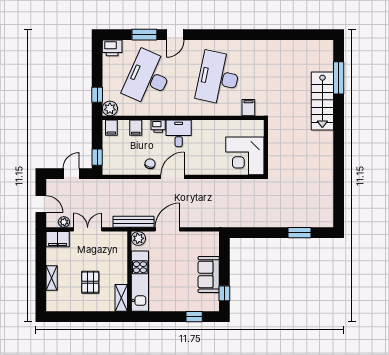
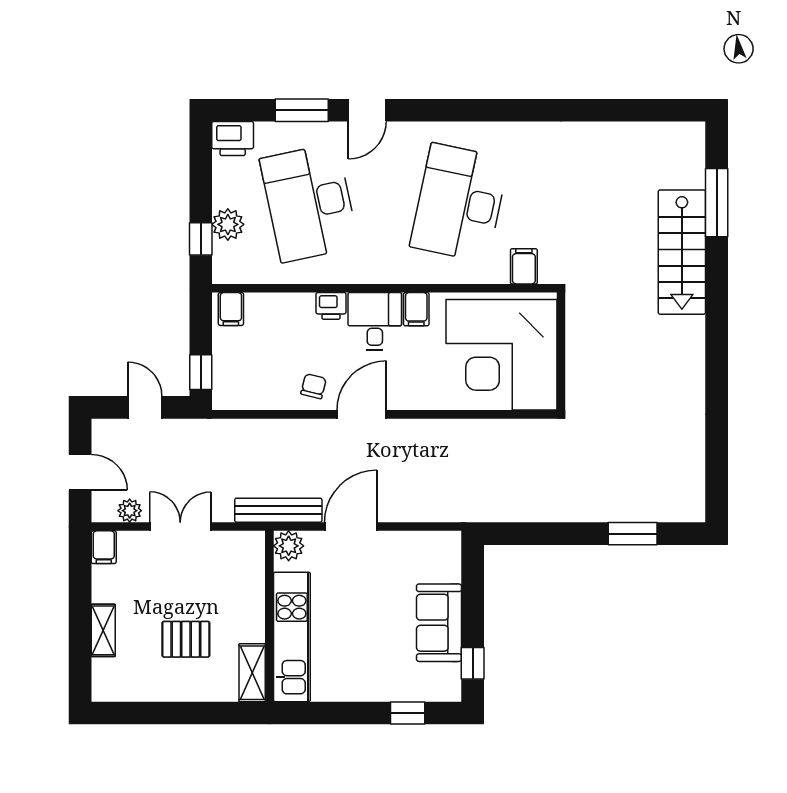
desk: (148, 78) -> (309, 203), turned -36
plant: (110, 108) -> (228, 224), moved
filing cabinet: (136, 128) -> (416, 309), moved
corner desk: (245, 156) -> (501, 355), width x1.36, depth x1.36
door: (71, 174) -> (145, 407), hinge flipped
filing cabinet: (58, 239) -> (104, 547), width x0.50
pallet: (90, 282) -> (186, 639), turned 90

